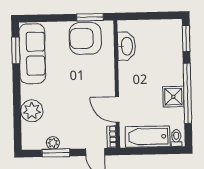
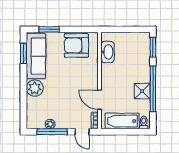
window: (90, 17) -> (49, 29), moved
plant: (32, 111) -> (35, 88), moved
window: (56, 153) -> (52, 132), width x1.44

